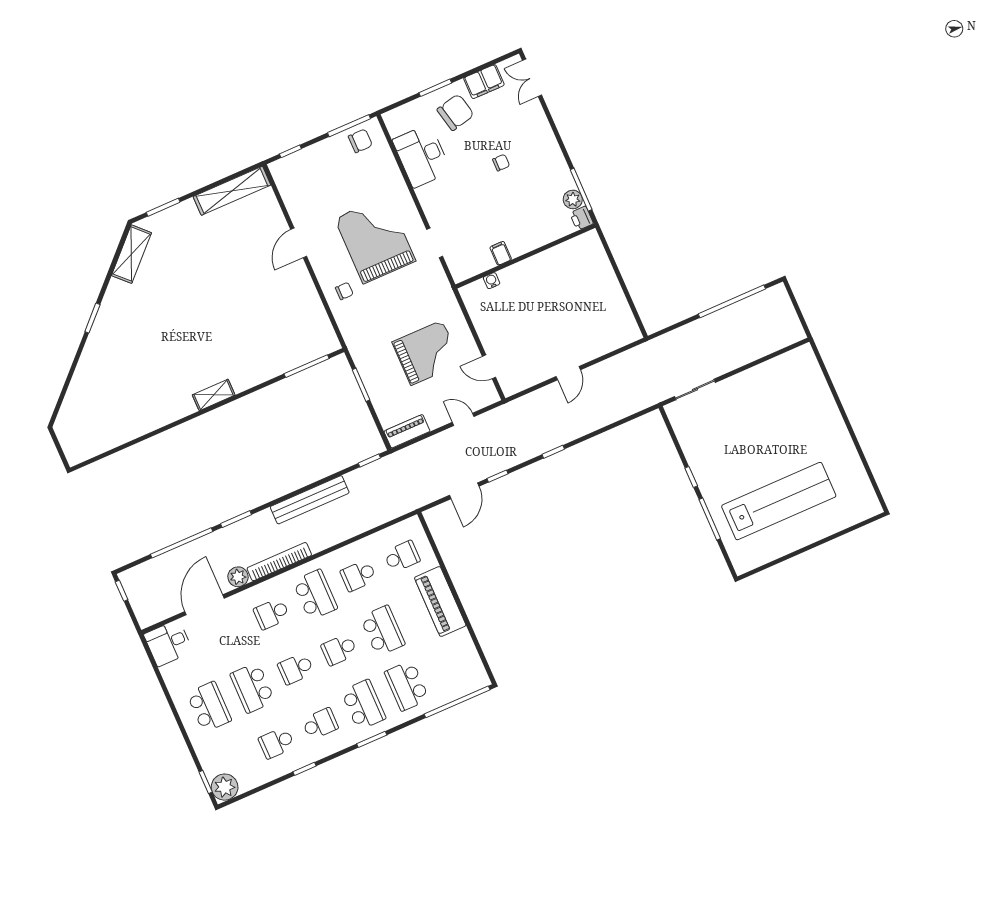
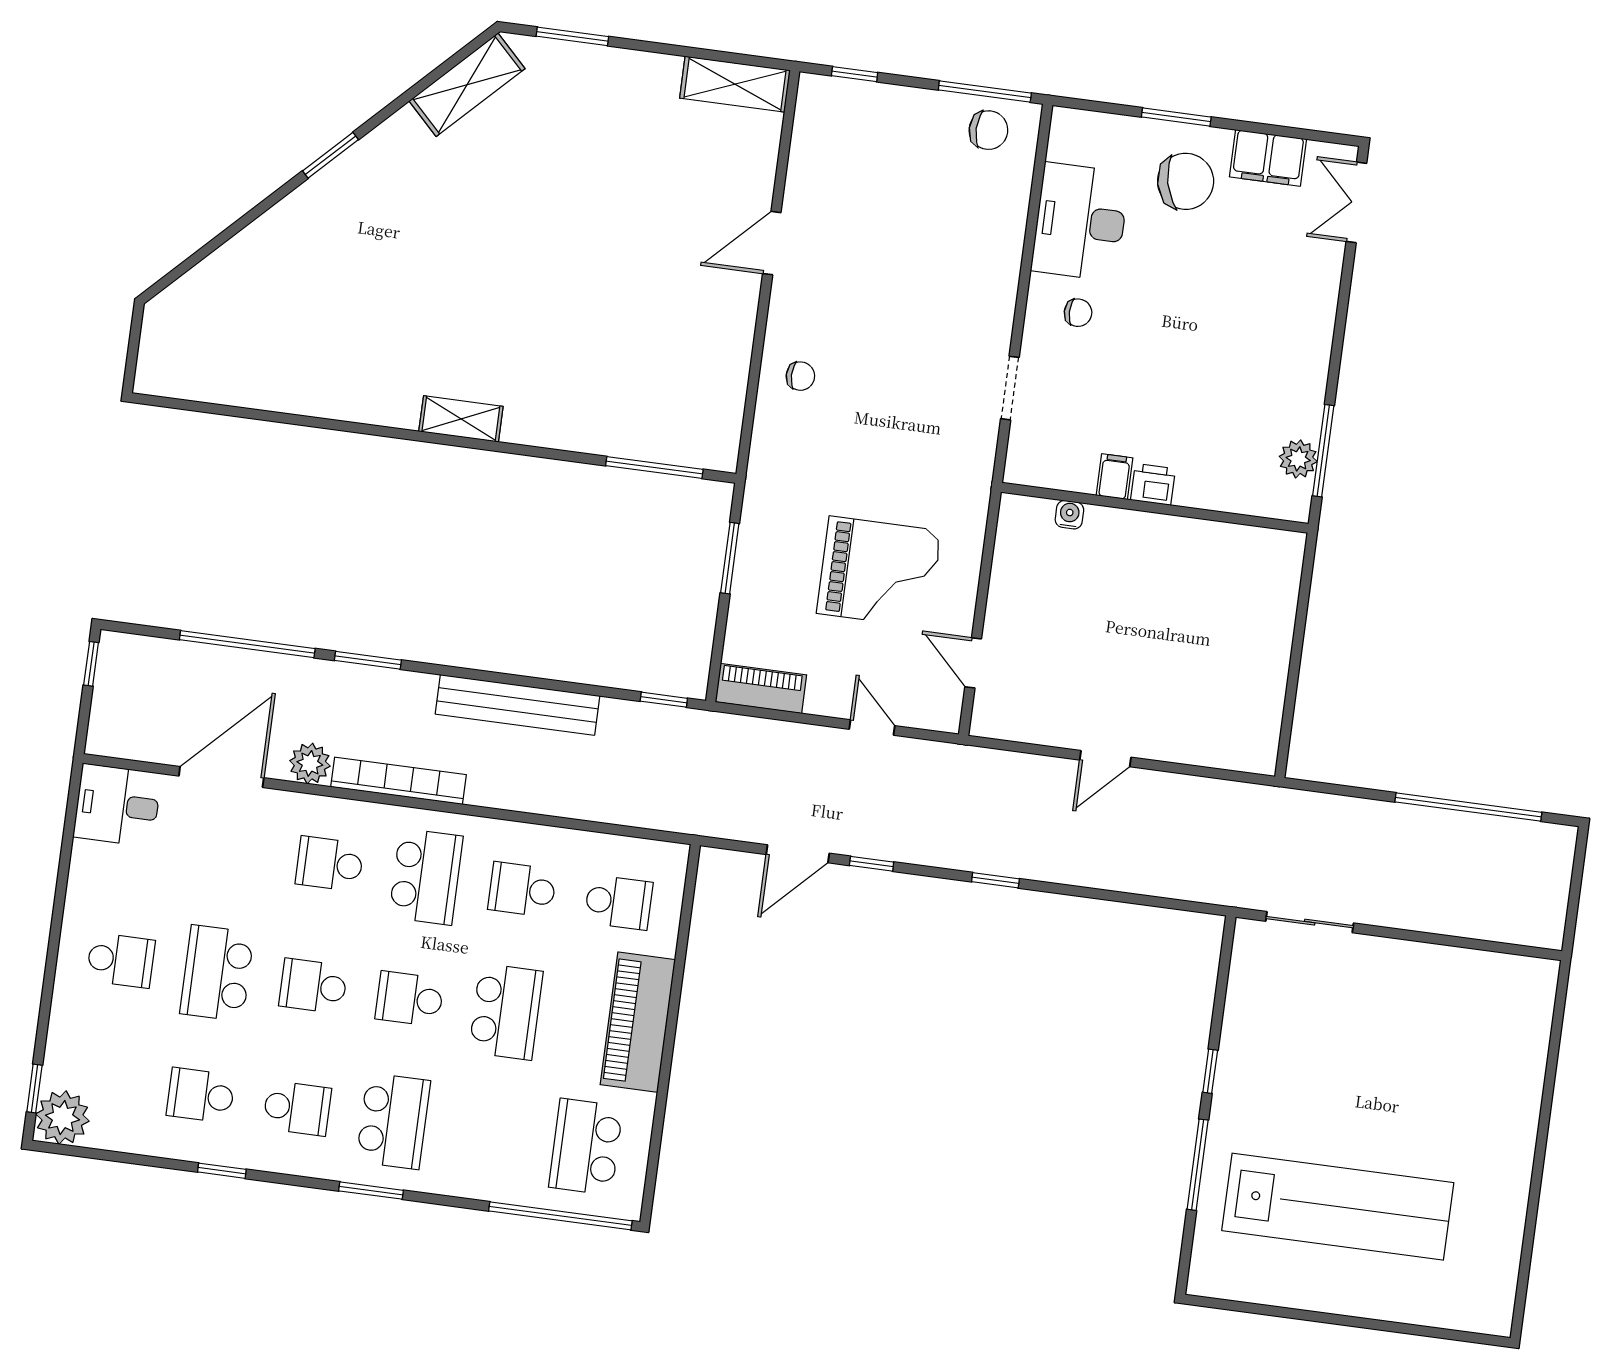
chair: (501, 163) -> (1078, 313), moved
shelving: (232, 191) -> (735, 84), width x0.68
printer: (581, 218) -> (1153, 484), moved, turned 90
grand piano: (375, 240) -> (909, 319), removed
school desk: (407, 686) -> (586, 1147), moved
school desk: (209, 707) -> (121, 960), width x0.54

